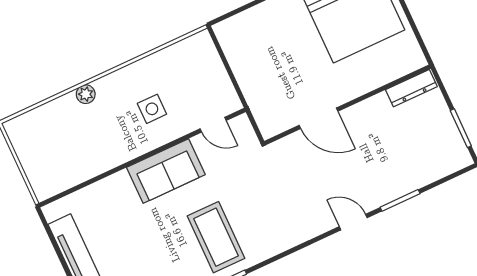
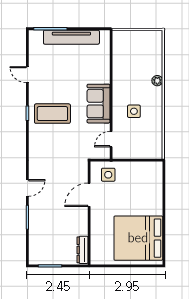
side table: (272, 103) -> (108, 175), added

